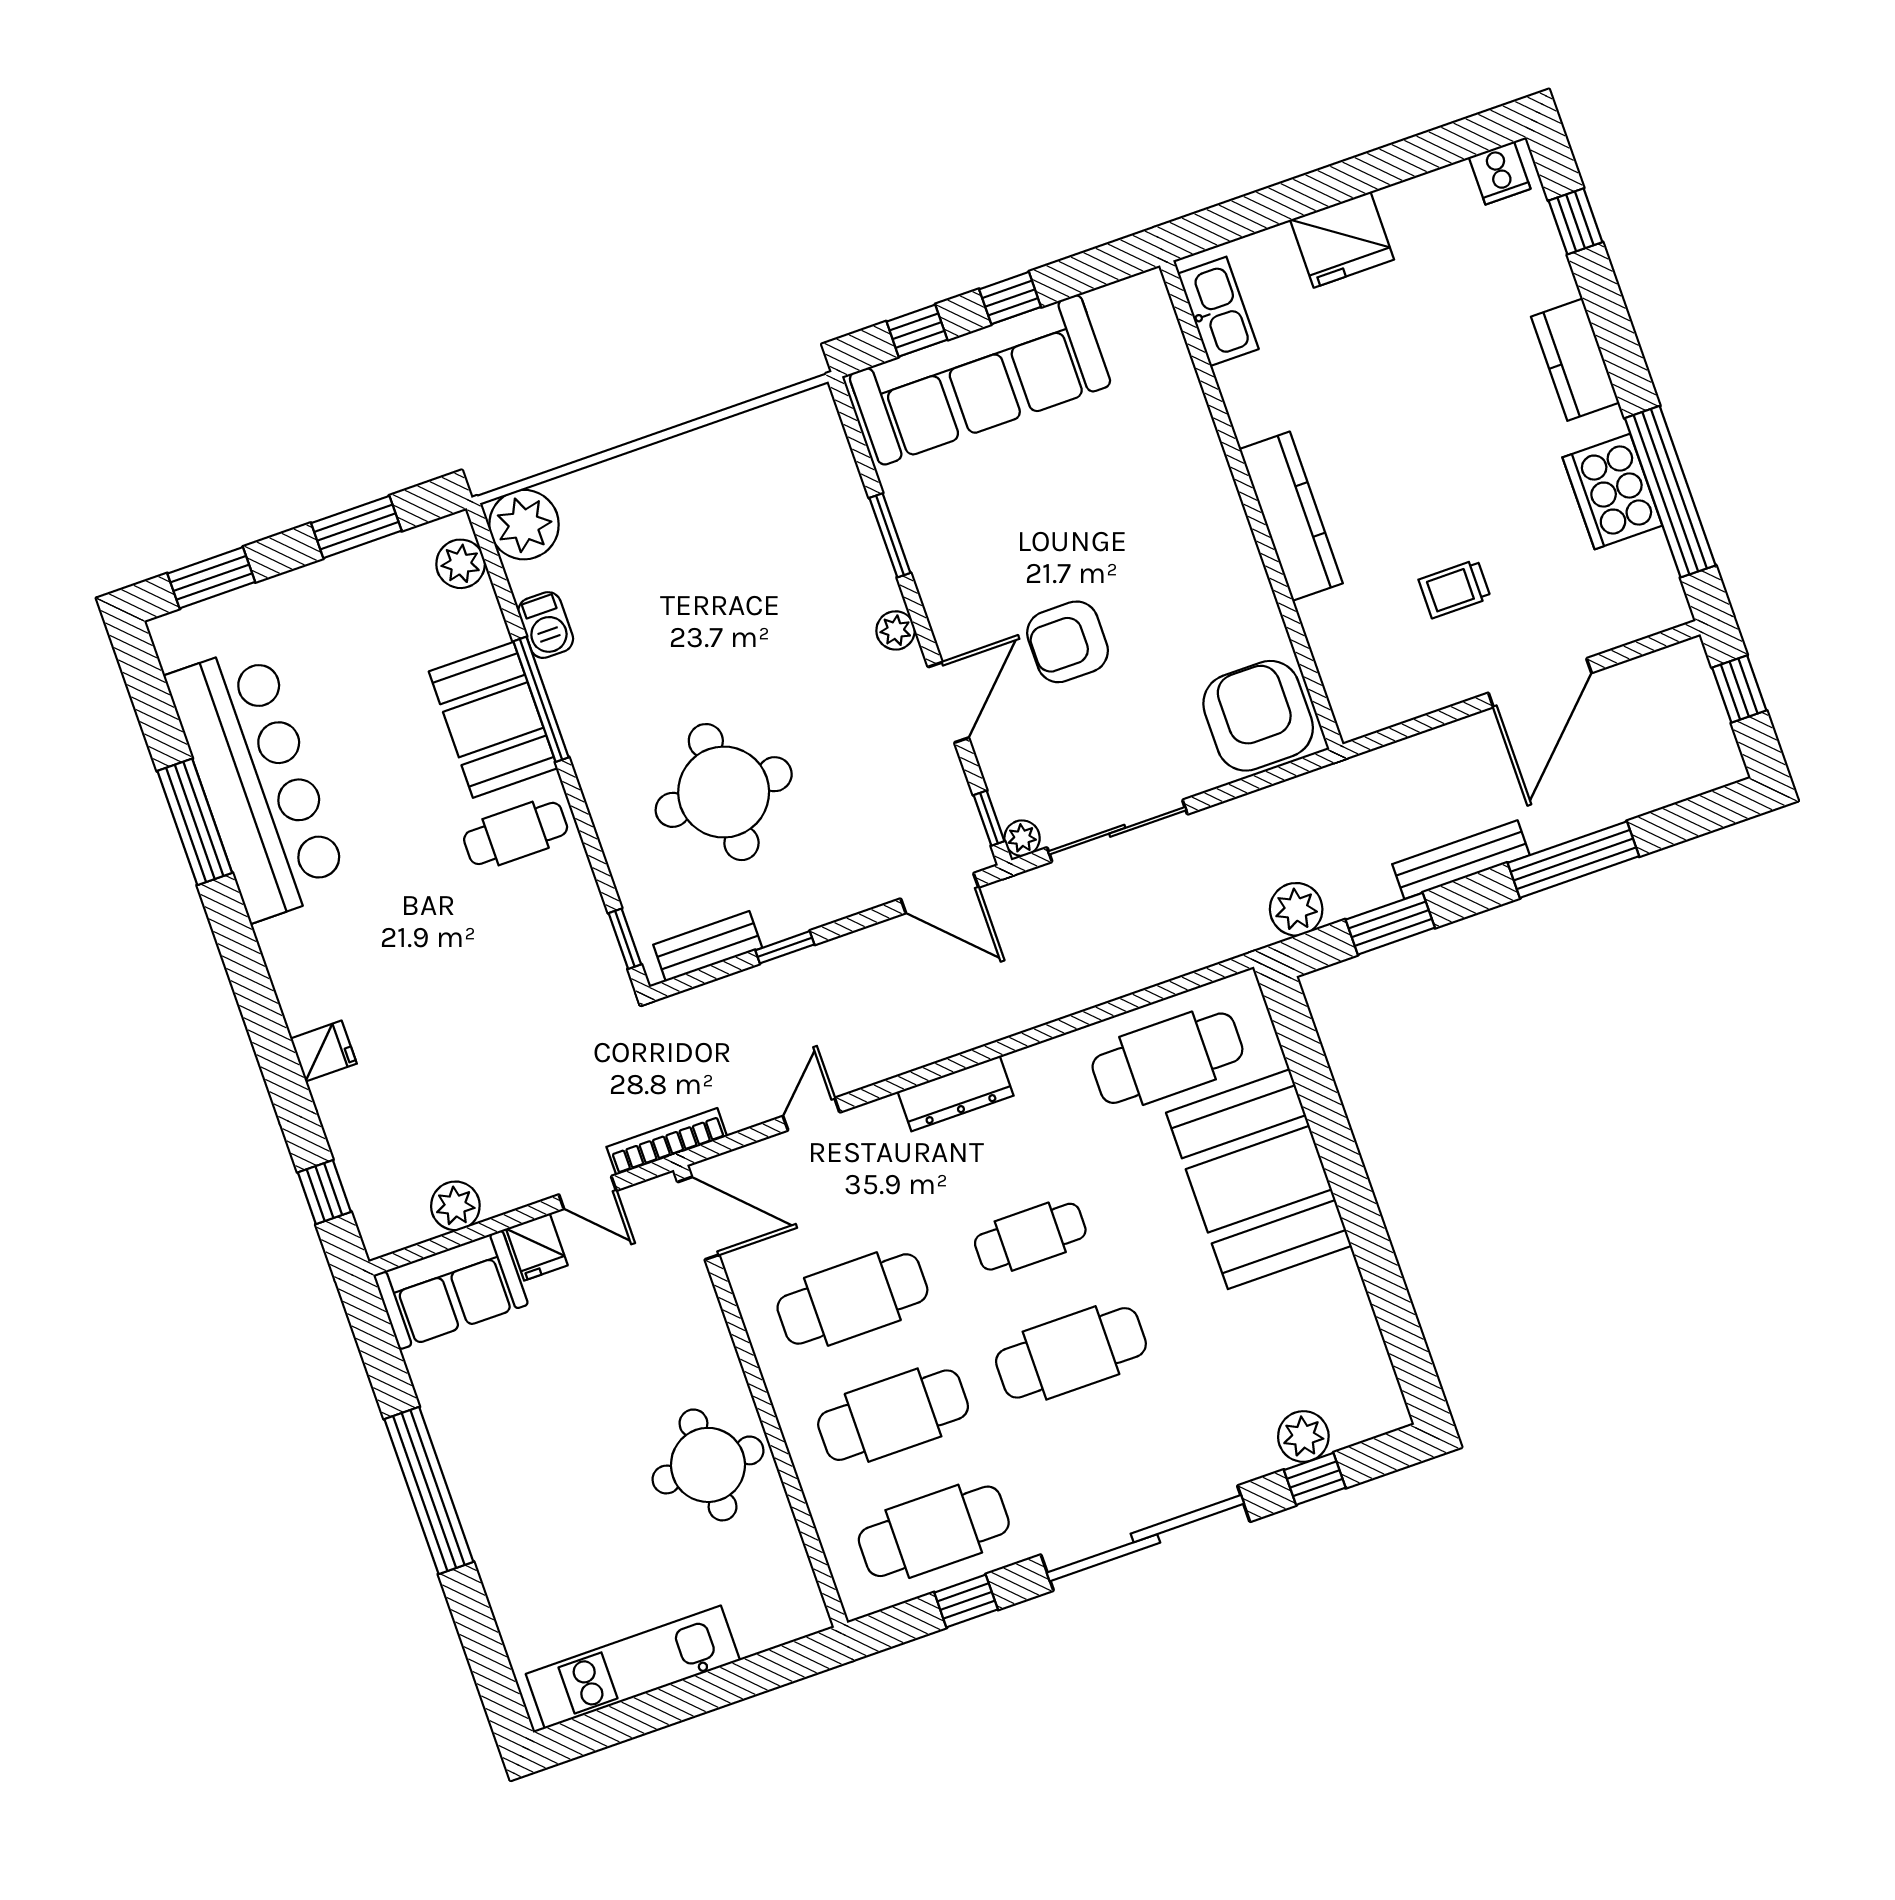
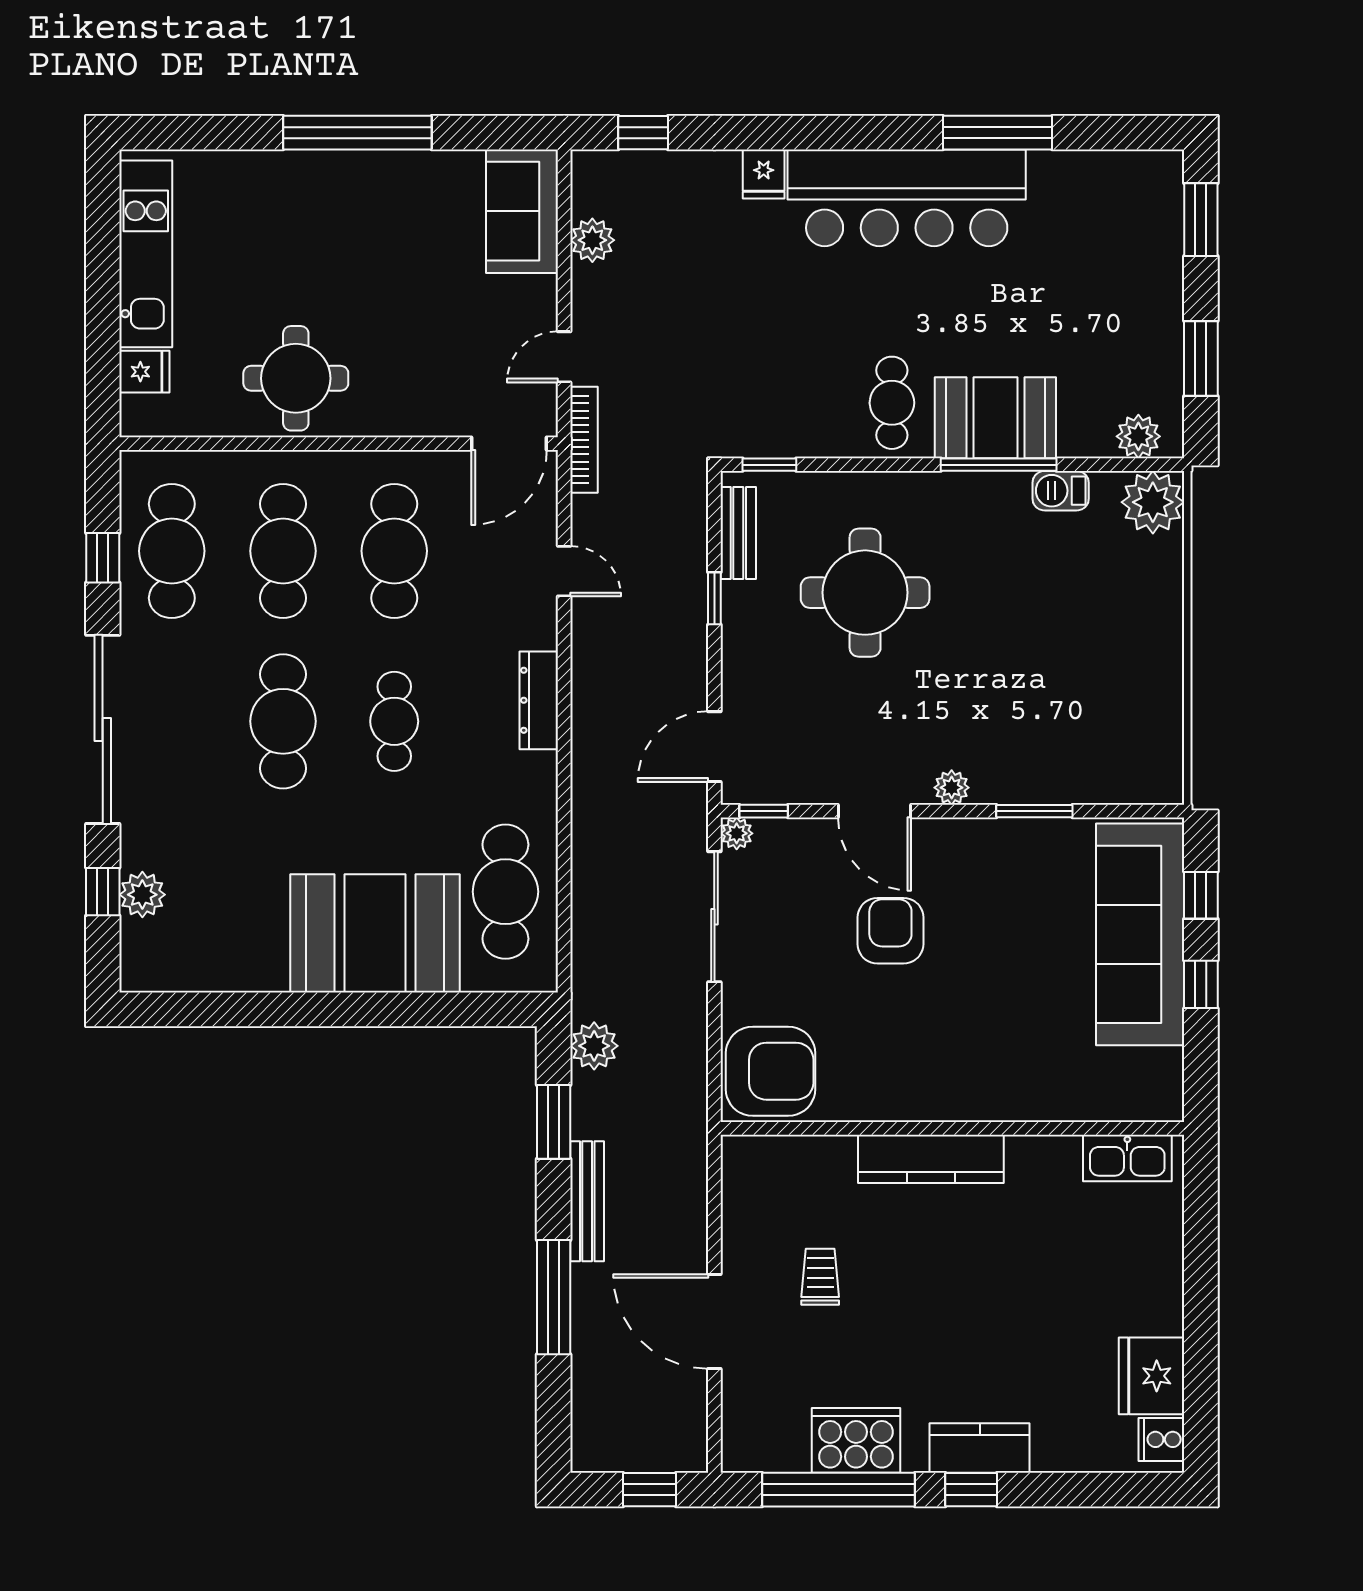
window: (1575, 221) -> (971, 1490), moved
fridge: (1342, 240) -> (1152, 1376), moved
bar counter: (257, 782) -> (907, 198), moved
fridge: (537, 1247) -> (144, 372), moved, turned 180

